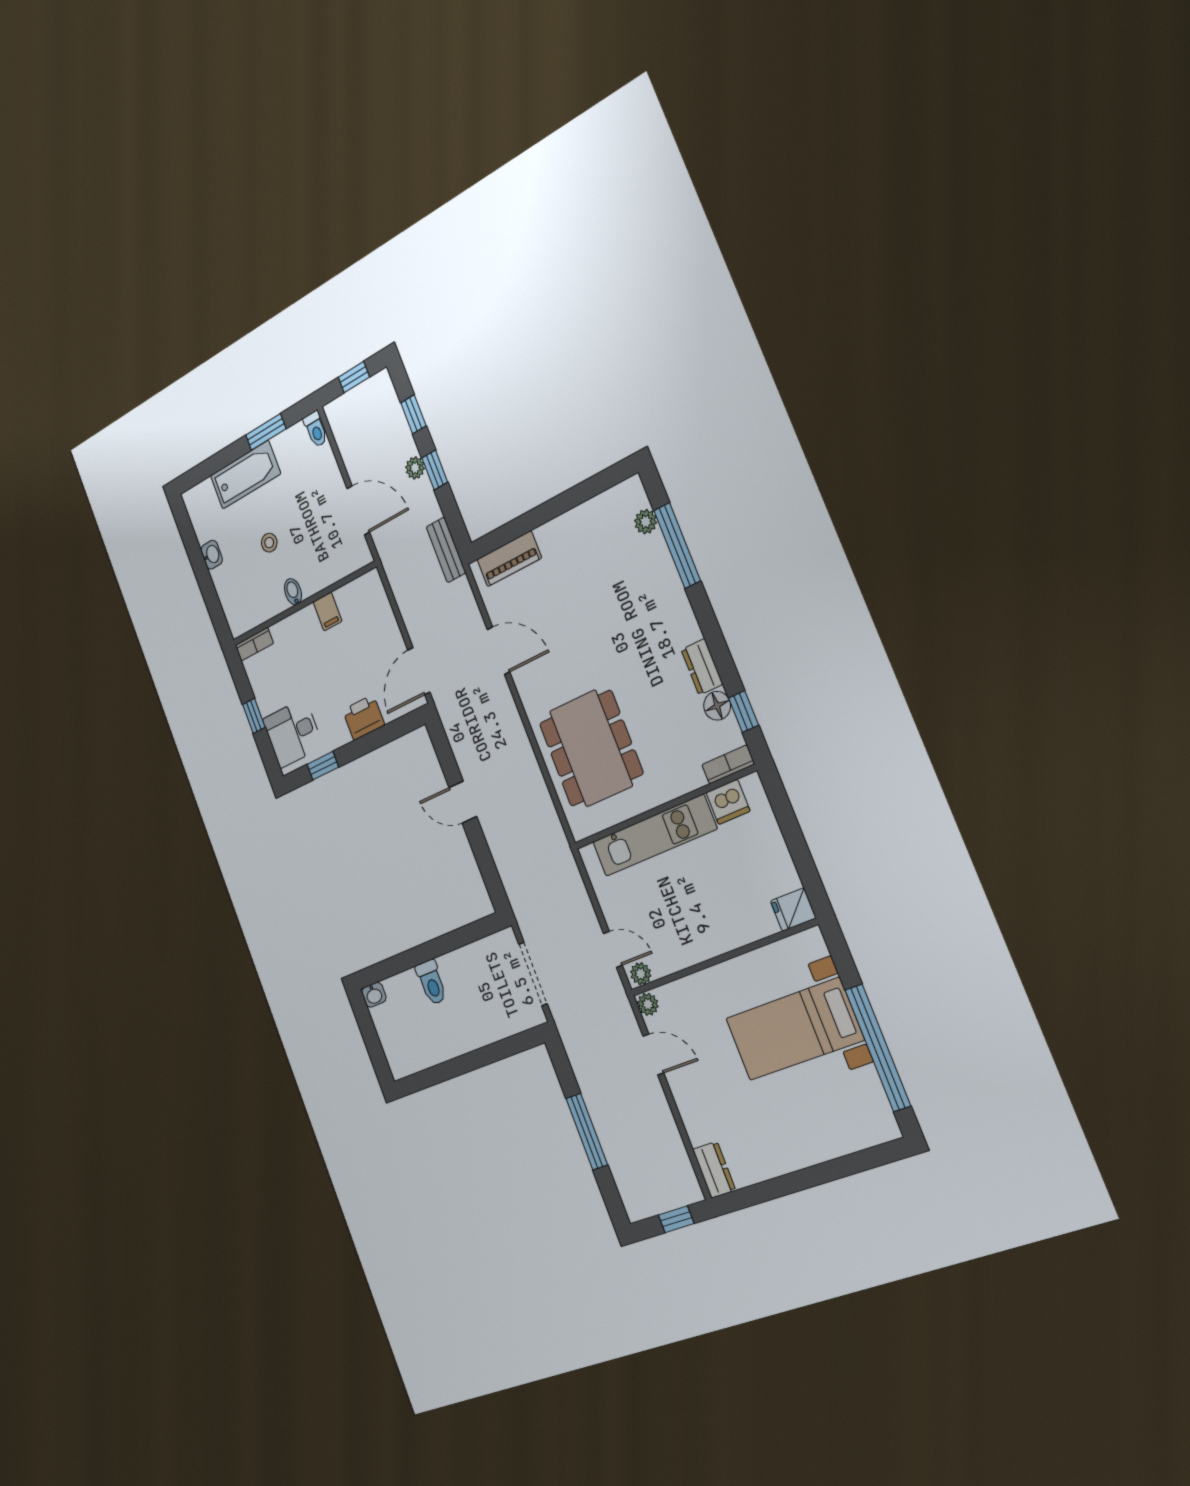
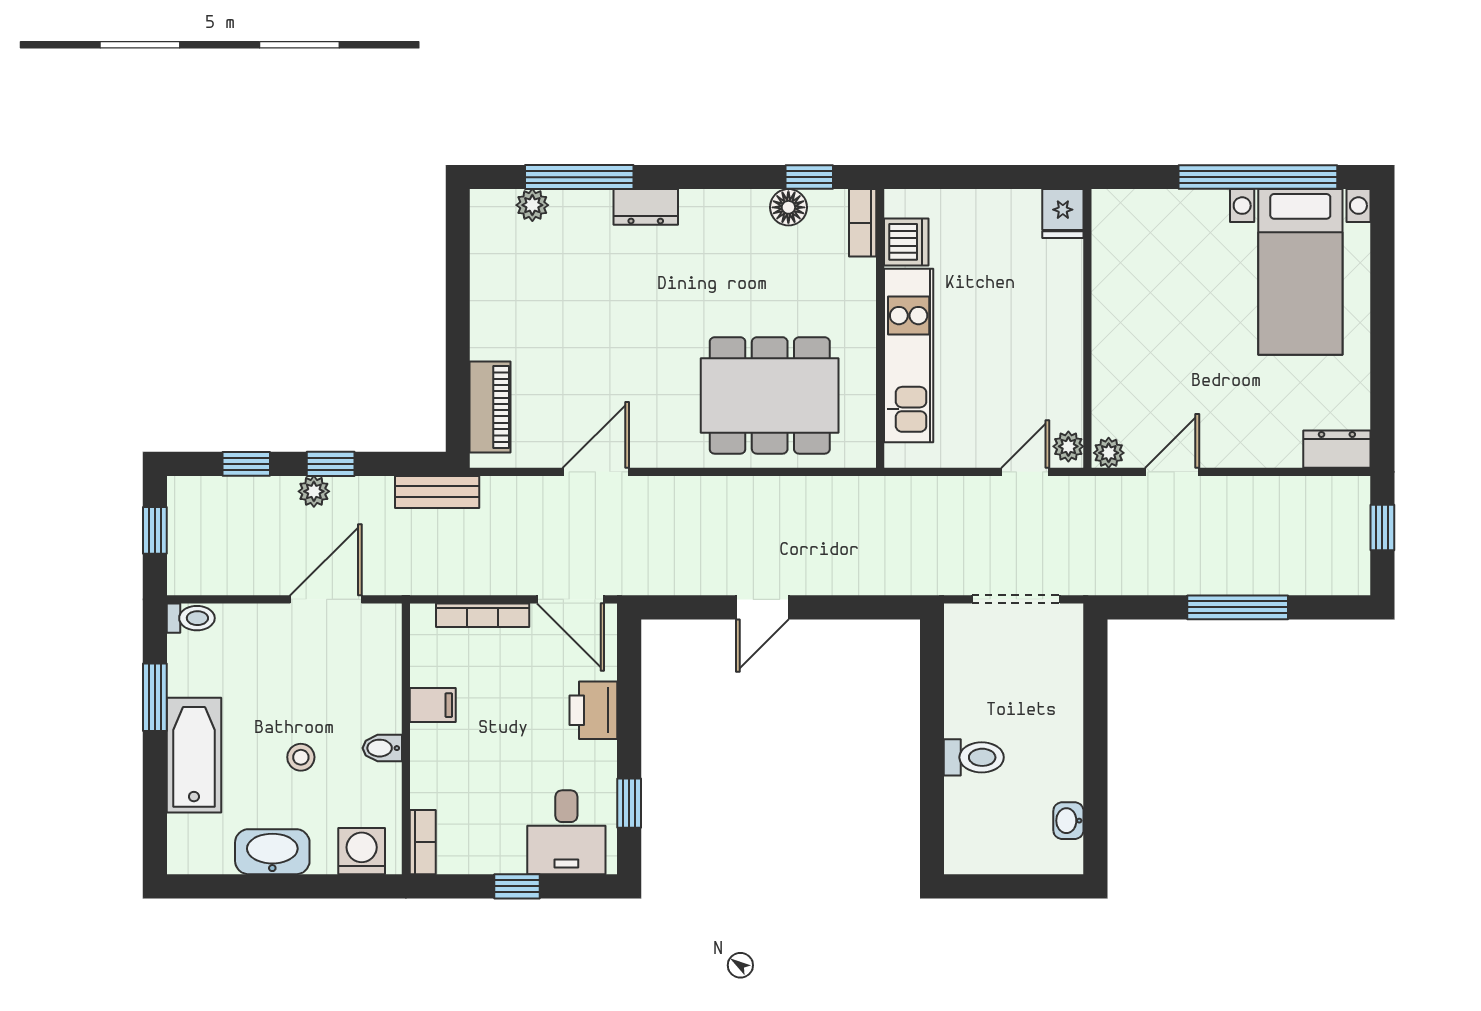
washbasin: (212, 555) -> (272, 852), width x1.91, depth x1.45
washing machine: (236, 608) -> (362, 851), added
bookcase: (388, 618) -> (483, 615), added
dresser: (702, 667) -> (646, 207), moved
washbasin: (374, 995) -> (1068, 821), moved, turned 180
bed with nightstands: (794, 1029) -> (1300, 272), moved

